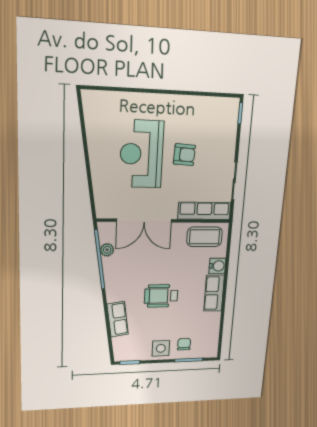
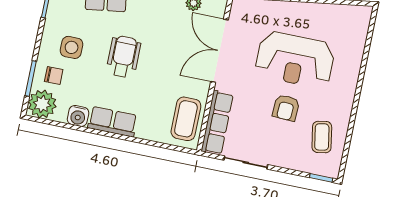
coffee table: (205, 118) -> (322, 137), added
reception desk: (142, 154) -> (295, 60), turned 180
water cooler: (217, 266) -> (78, 116), moved
plant: (207, 347) -> (42, 104), added
side table: (161, 348) -> (72, 47), moved

